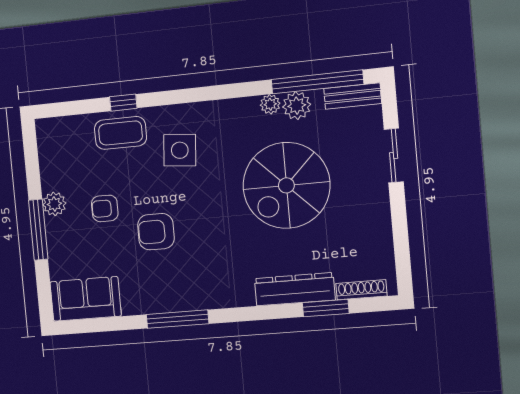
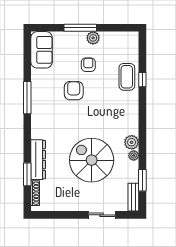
window: (317, 82) -> (142, 180), width x0.47
plant: (297, 106) -> (132, 142), moved
side table: (180, 150) -> (115, 107), removed

